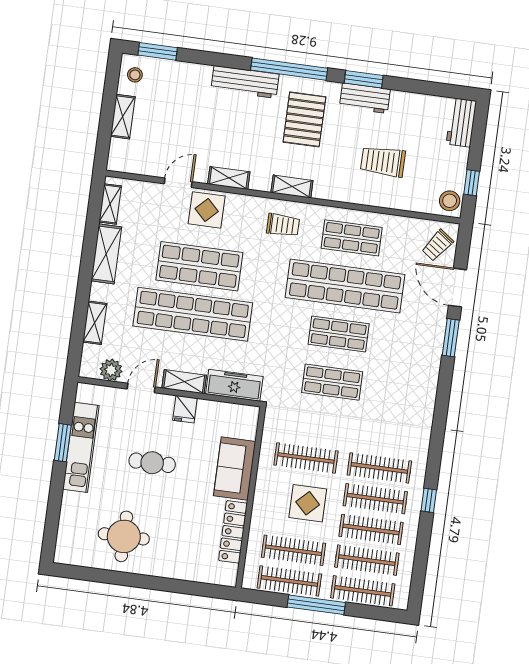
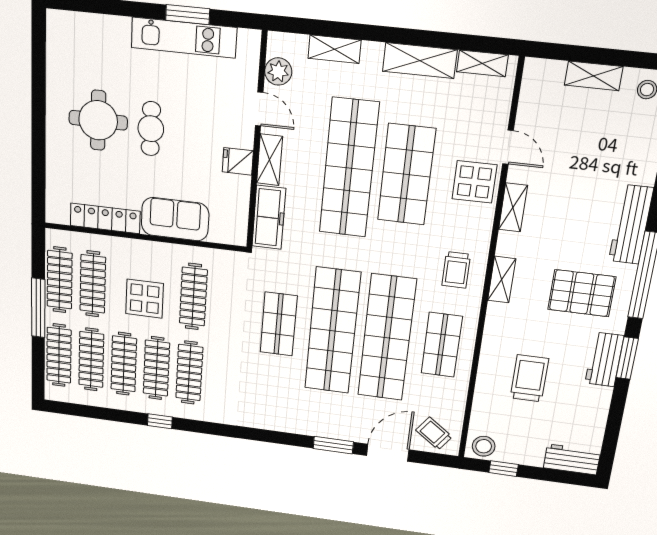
shop shelf: (339, 334) -> (332, 331), width x2.00, depth x1.36
cafe table: (152, 463) -> (151, 129), moved
round table: (124, 536) -> (98, 120), moved

